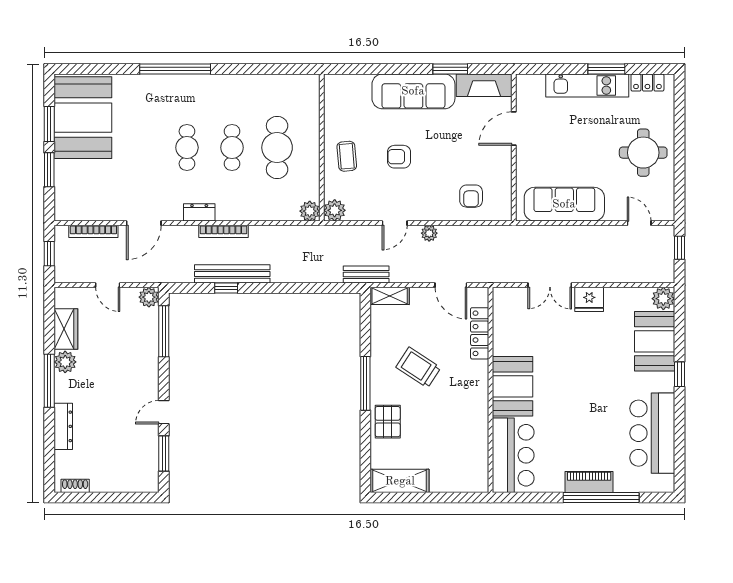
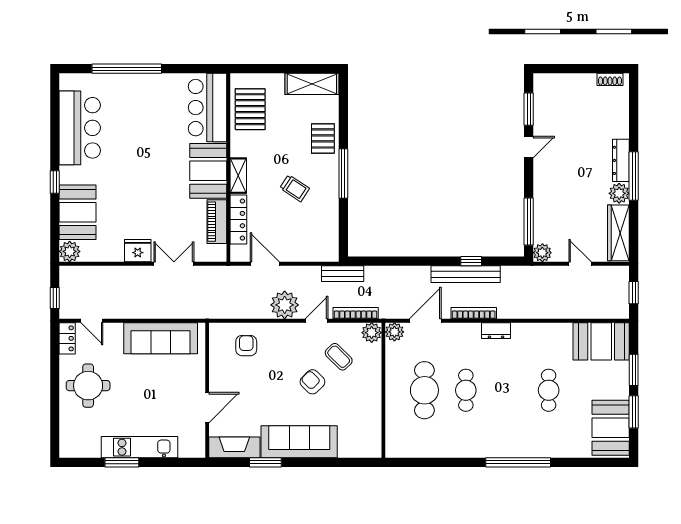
locker: (647, 83) -> (67, 338), moved, turned 90
booth: (83, 118) -> (611, 428), width x0.73, depth x0.70
cafe table: (187, 148) -> (549, 390), moved
coffee table: (347, 156) -> (339, 357), moved, turned -40
armchair: (399, 157) -> (312, 382), turned -135
booth: (85, 201) -> (601, 341), added
door: (144, 223) -> (425, 321), moved
bookcase: (93, 231) -> (356, 313), moved
plant: (429, 233) -> (285, 305), width x1.87, depth x1.87
shelving: (390, 296) -> (238, 176), moved, turned 90
wardrobe: (66, 329) -> (618, 233), width x1.50
trolley: (418, 367) -> (295, 188), width x0.73, depth x0.72
dresser: (63, 426) -> (621, 160), moved
pallet: (467, 453) -> (250, 109), added
piano: (589, 482) -> (217, 222), moved, turned 90

